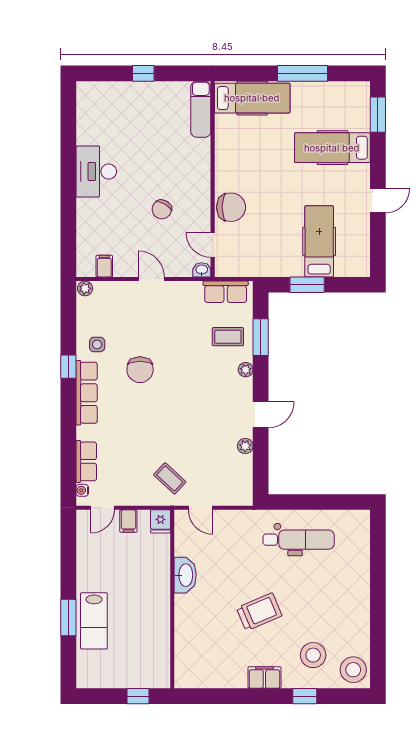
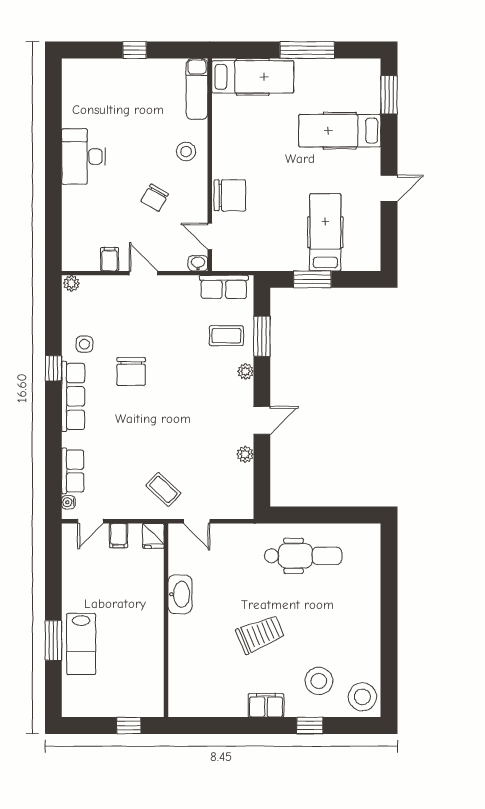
stool: (191, 167) -> (186, 151), added
filing cabinet: (104, 266) -> (110, 259), moved

